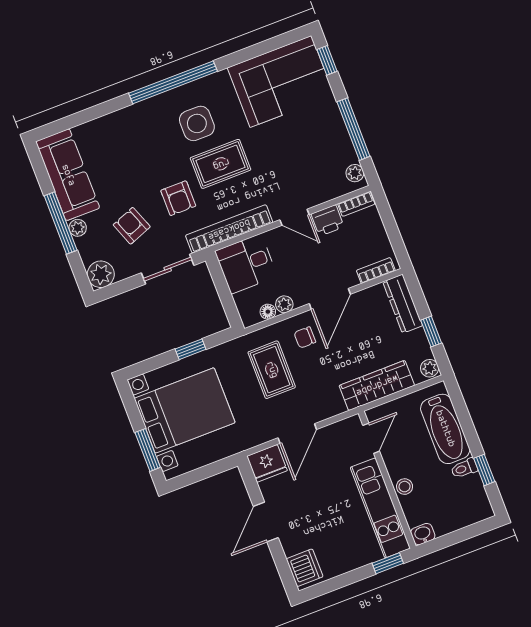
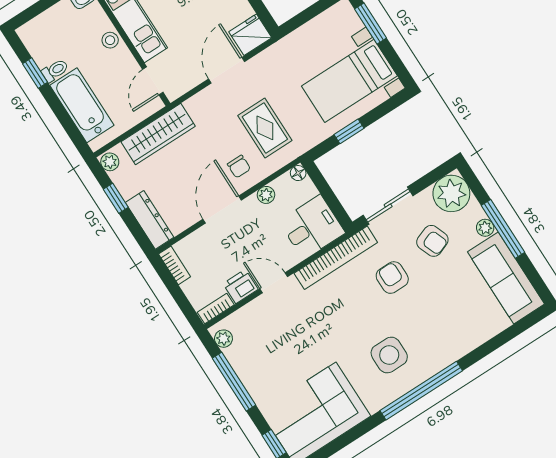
rug: (221, 164) -> (358, 320), removed
bookcase: (376, 271) -> (175, 265), moved, turned -90
plant: (101, 274) -> (451, 193), width x1.36, depth x1.36
floor lamp: (268, 312) -> (298, 173), moved
chair: (305, 337) -> (239, 167), turned 90
bed with nightstands: (185, 410) -> (349, 81), width x0.73

